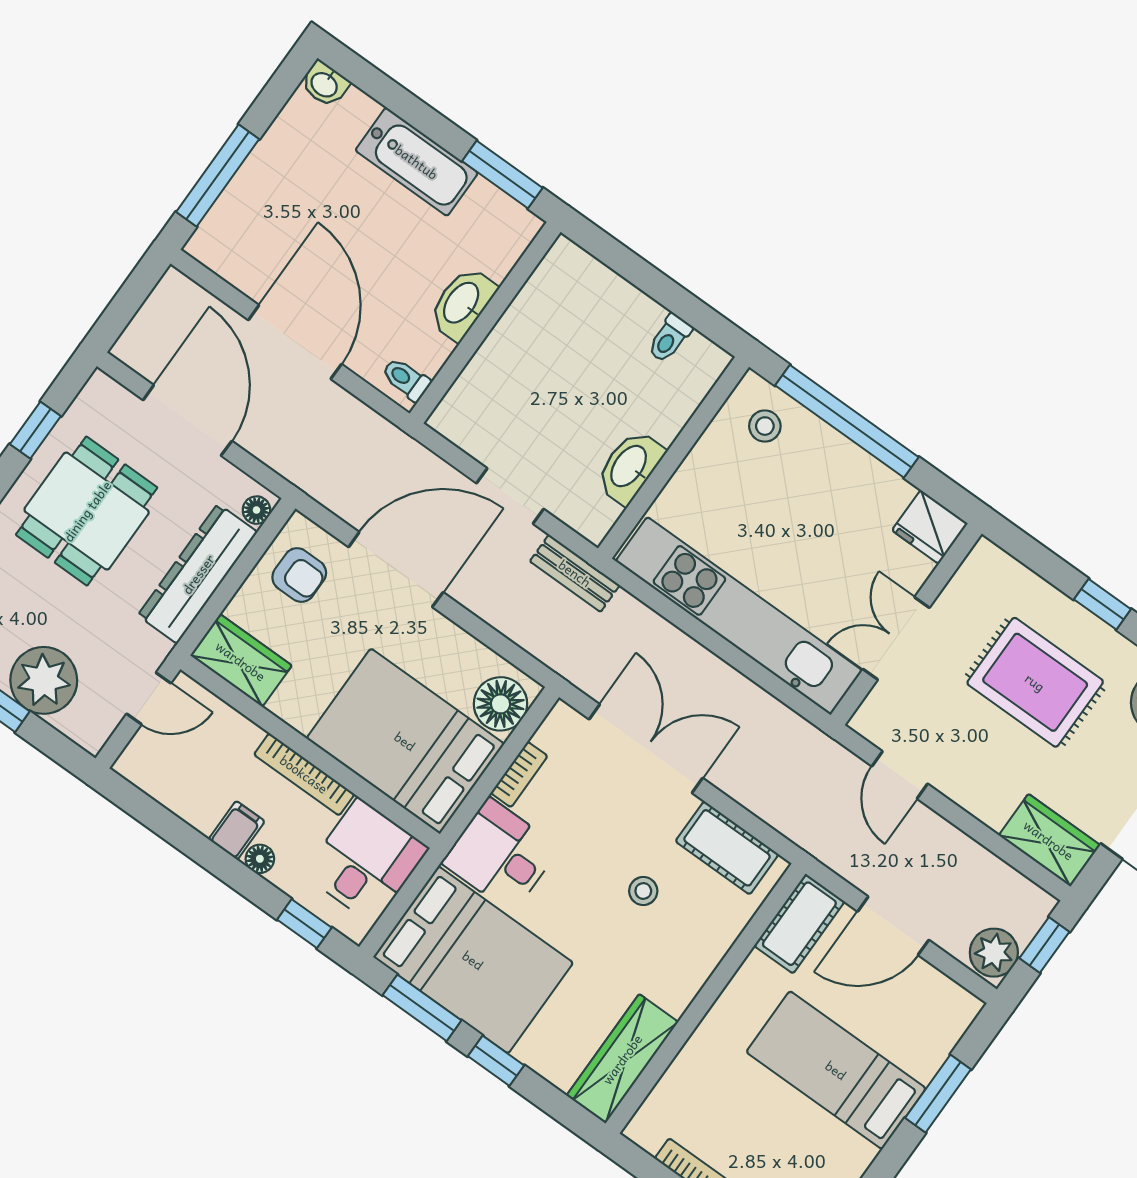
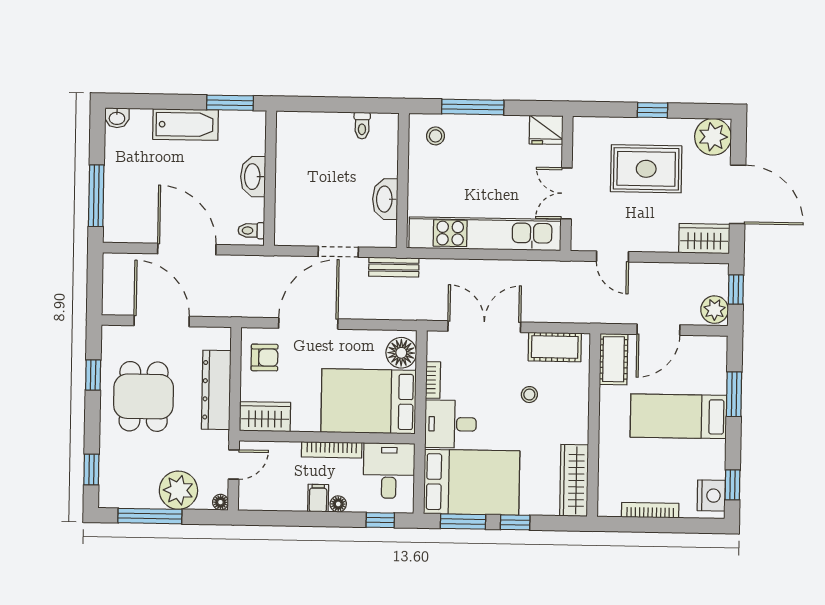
window: (847, 421) -> (473, 107), width x0.68
floor lamp: (256, 510) -> (220, 502), moved

